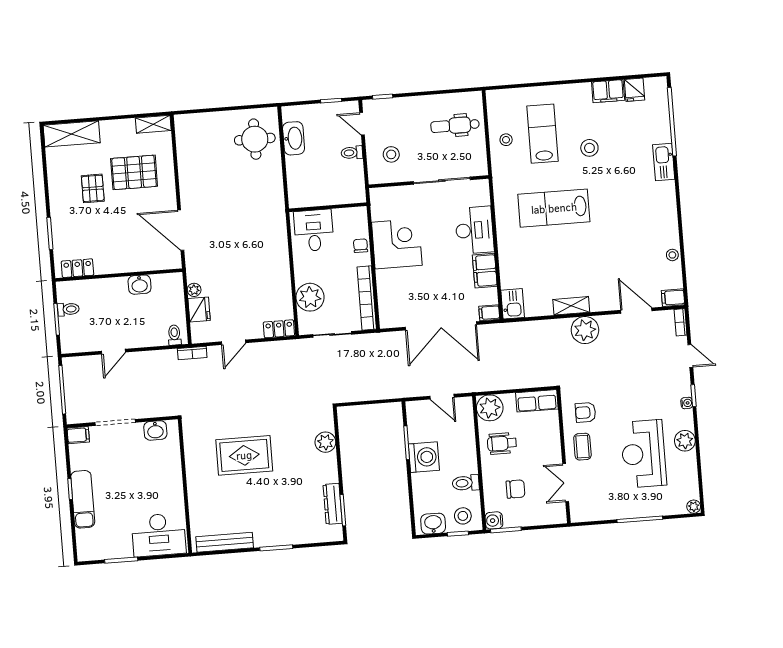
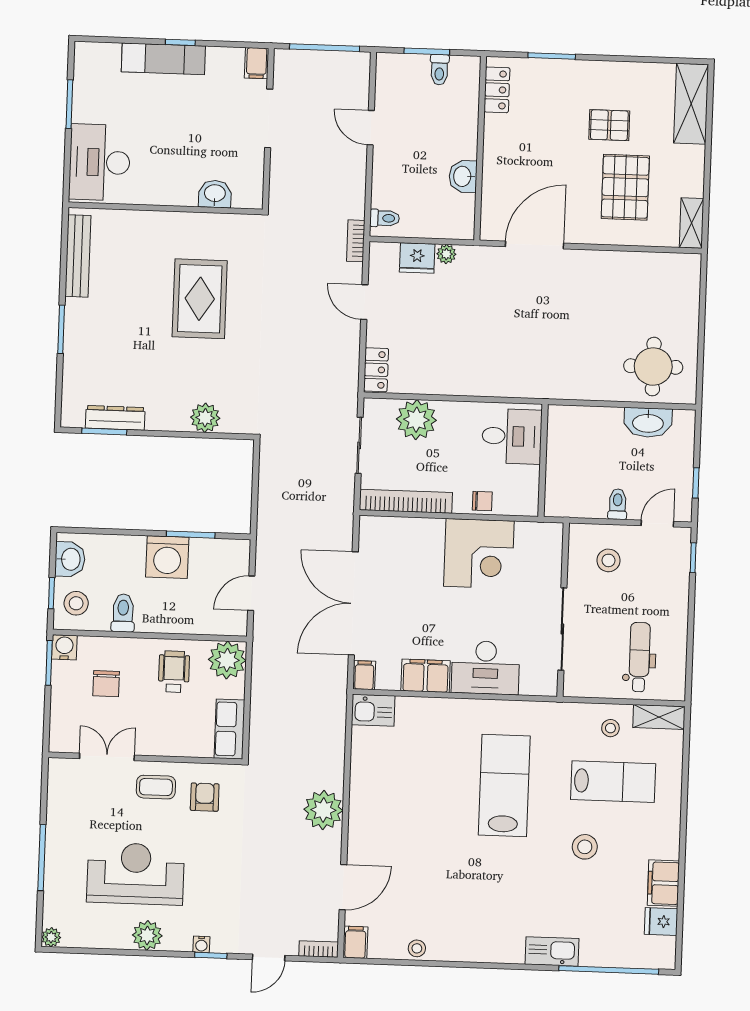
shelving: (571, 306) -> (659, 717), moved, turned 90
washbasin: (155, 430) -> (215, 194), moved, turned 90

